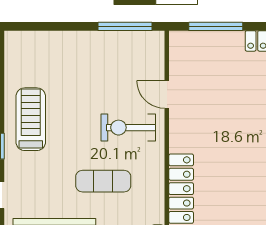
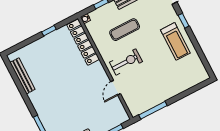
door: (167, 94) -> (116, 88), swing flipped

